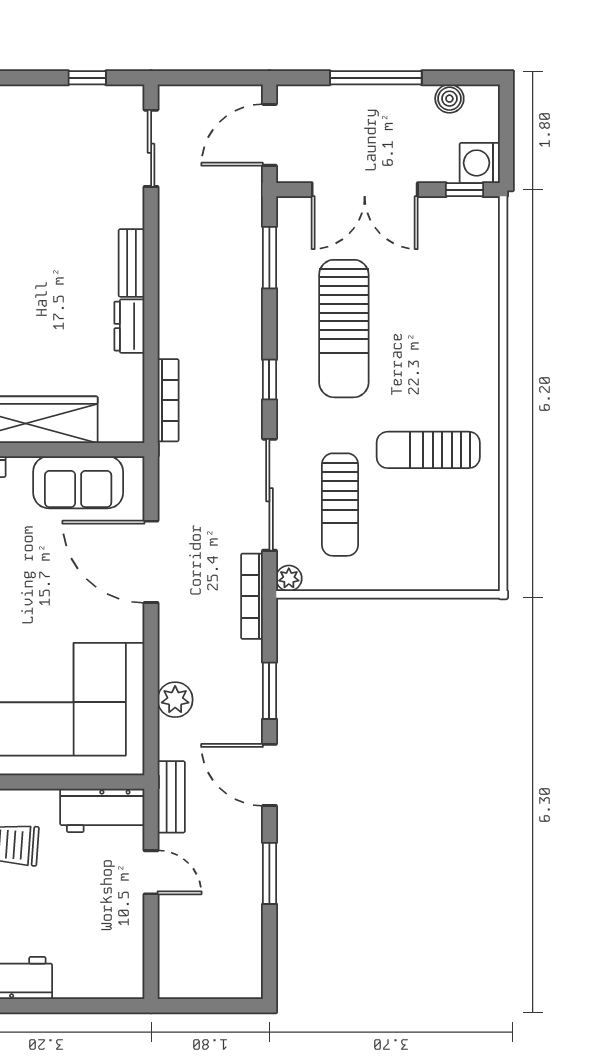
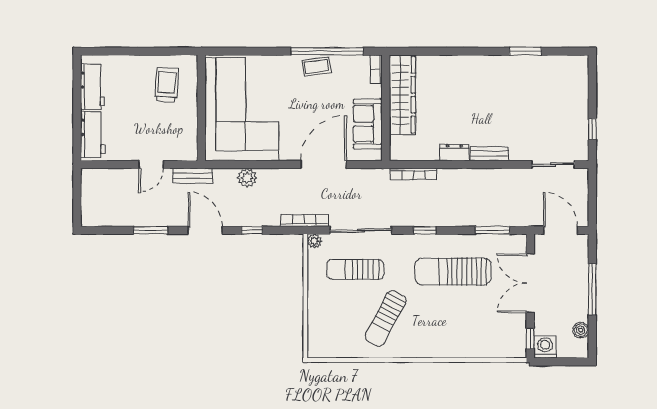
sun lounger: (428, 450) -> (386, 318), turned -152
window: (269, 691) -> (252, 230), width x0.67
door: (269, 775) -> (205, 230), hinge flipped
workbench: (102, 810) -> (93, 134), moved, turned 180

